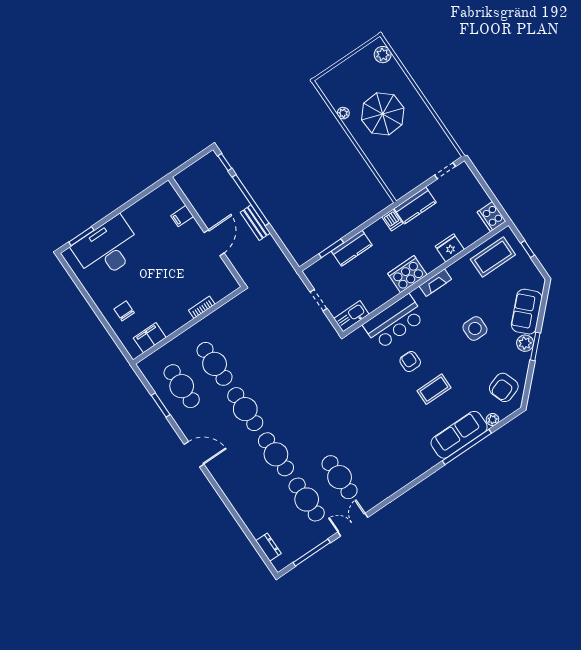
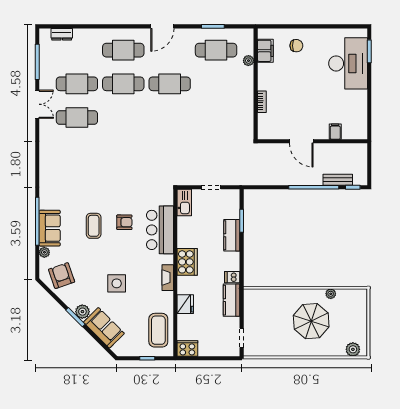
bench: (255, 223) -> (338, 180), moved
plant: (170, 348) -> (248, 61), added
cafe table: (215, 364) -> (123, 50), moved
sofa: (459, 435) -> (50, 228), width x0.73

